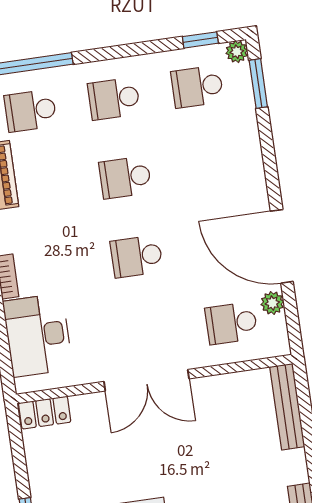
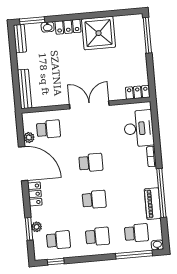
plant: (237, 52) -> (37, 227), moved
window: (258, 83) -> (29, 229), moved
locker: (253, 182) -> (35, 194), added

